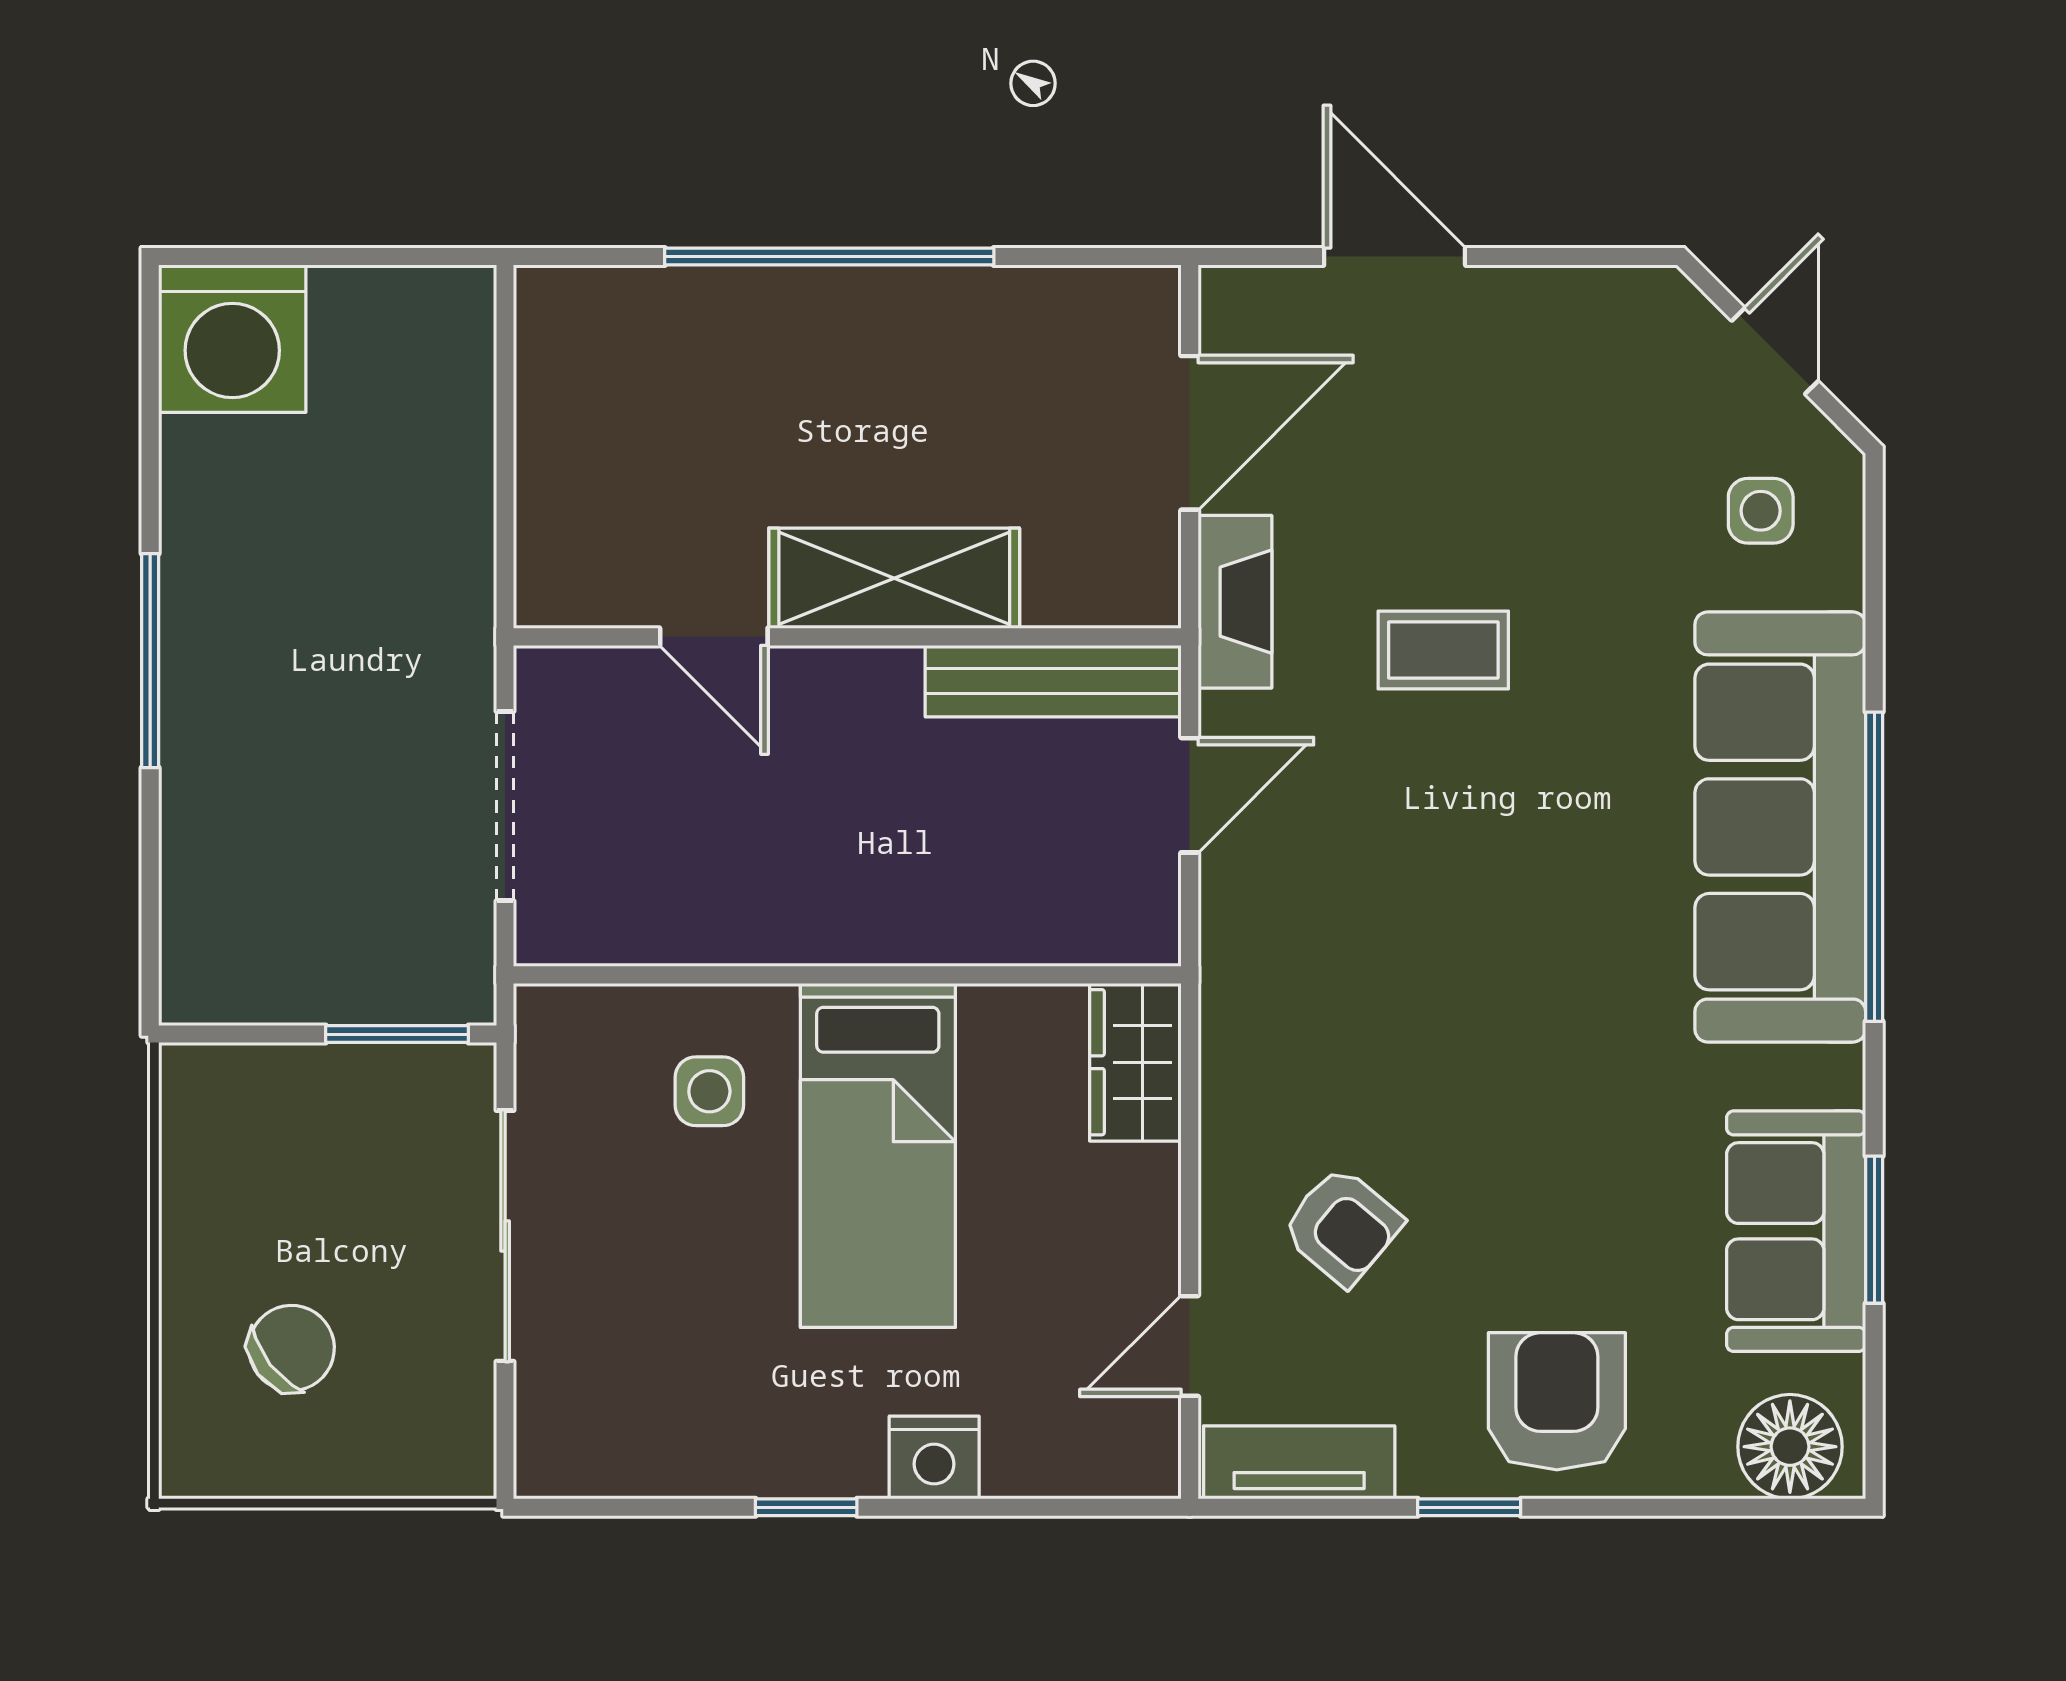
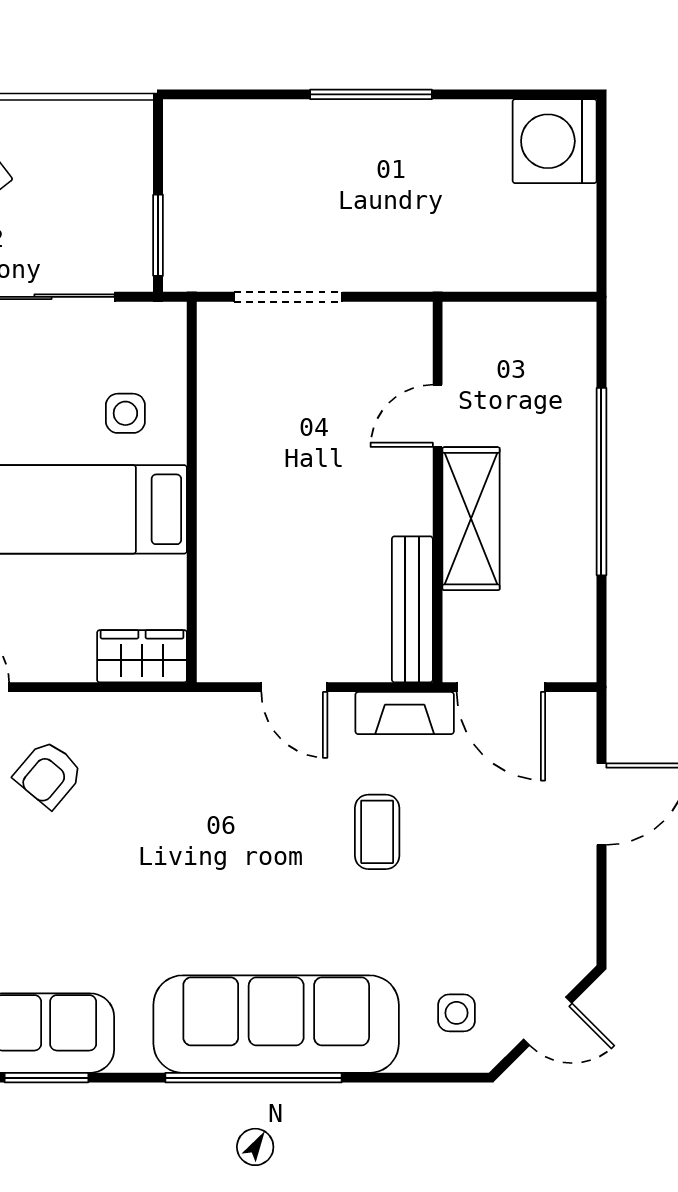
shelving: (894, 578) -> (471, 519), moved
door: (714, 637) -> (438, 416), moved
wall: (847, 637) -> (438, 492), moved
bench: (1053, 681) -> (412, 609), moved

